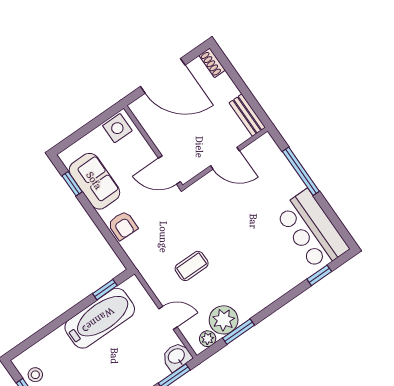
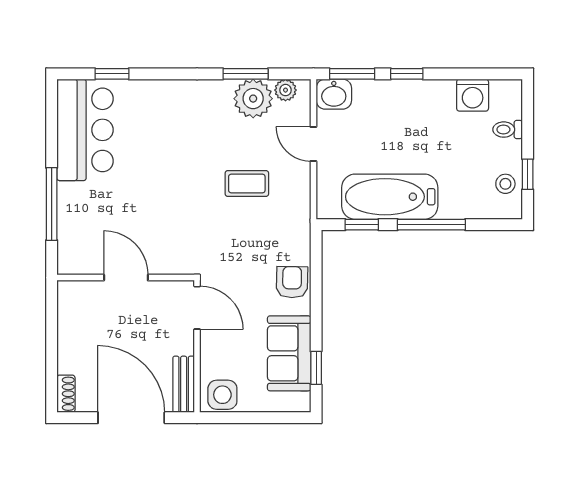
bench: (247, 115) -> (184, 384), moved
window: (63, 319) -> (431, 225), added

